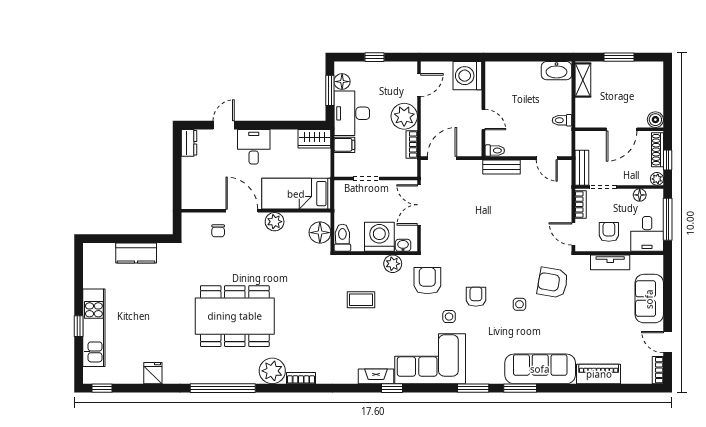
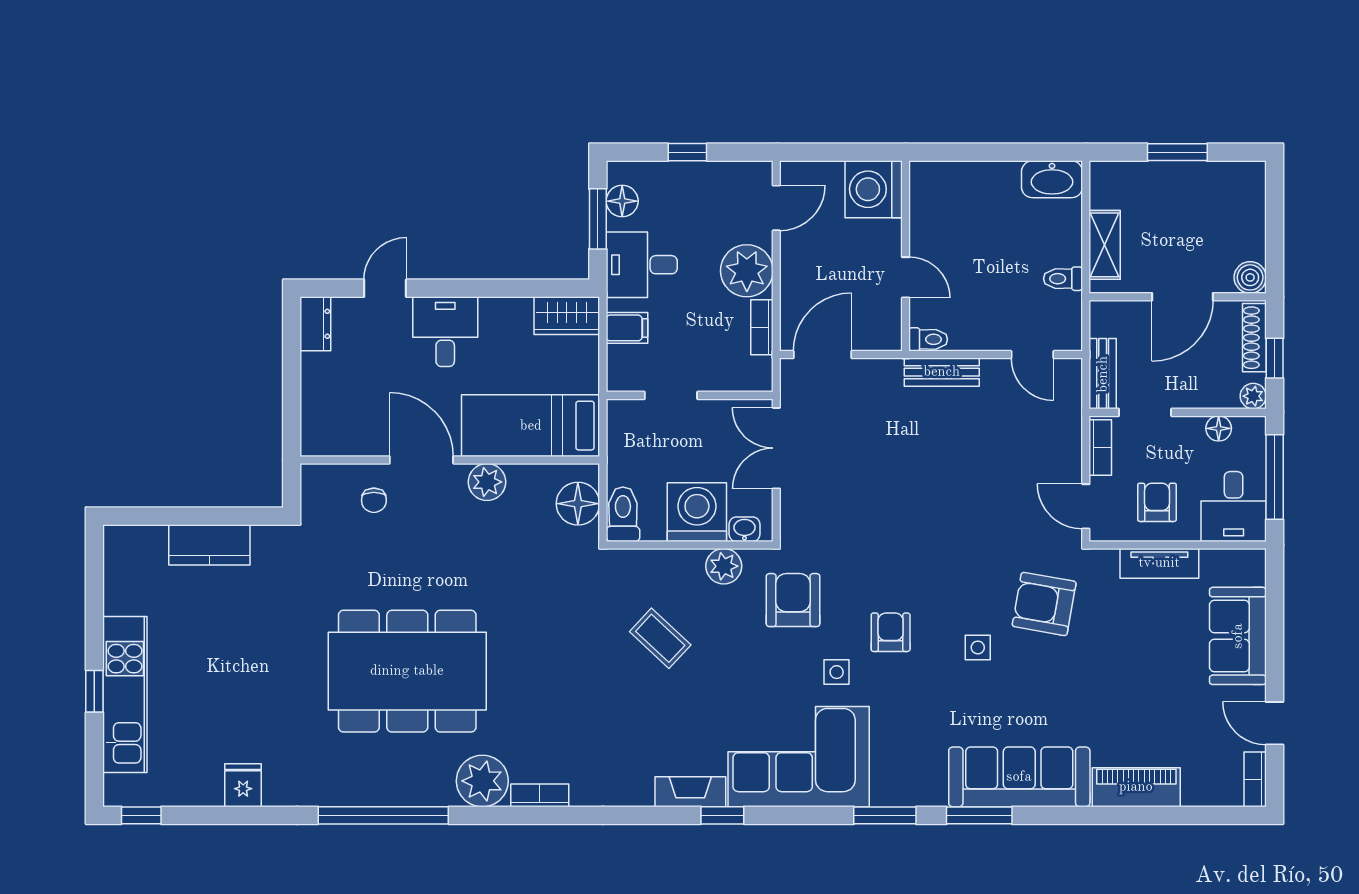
shelving: (583, 80) -> (1105, 245), moved
desk: (352, 113) -> (642, 265), width x0.73
coffee table: (361, 300) -> (660, 638), turned 43

